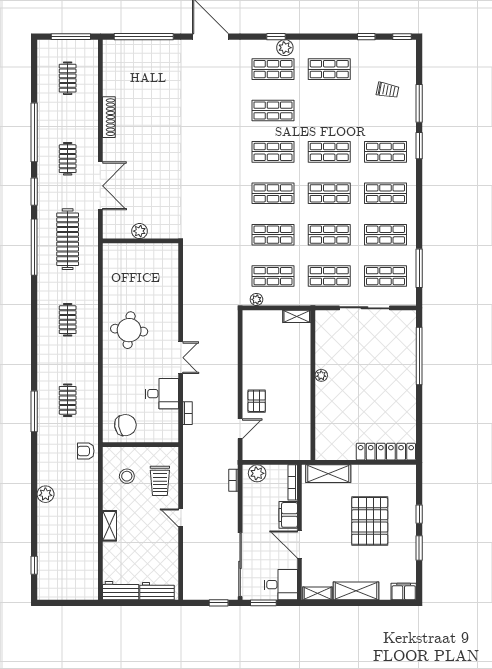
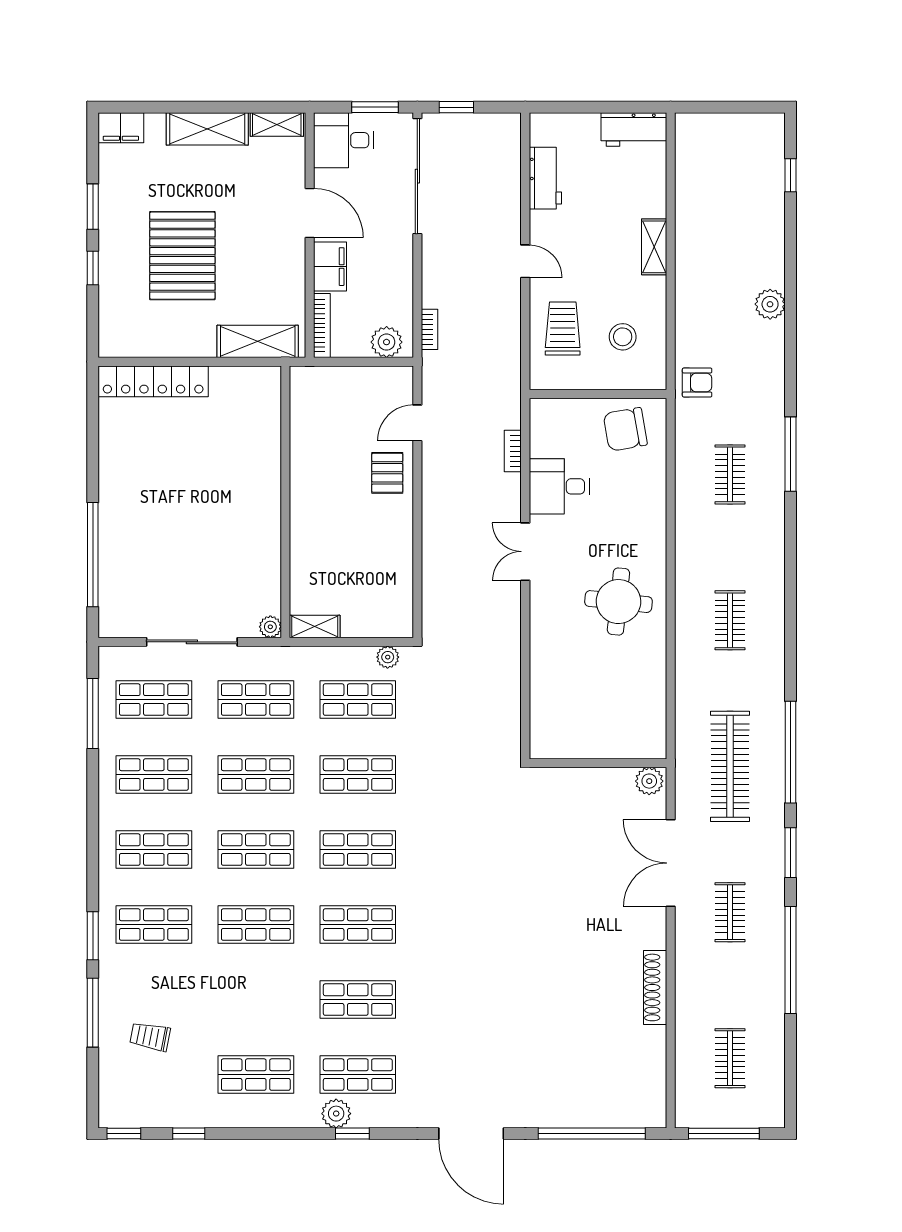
plant: (140, 231) -> (649, 781), moved
plant: (321, 375) -> (270, 627), moved
workbench: (157, 591) -> (545, 178), moved, turned -90

